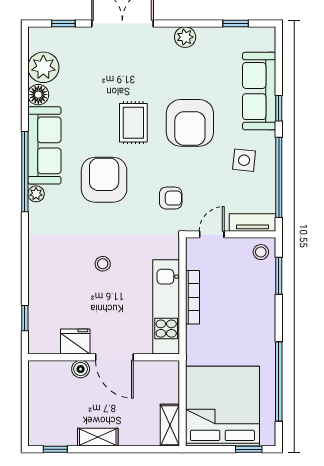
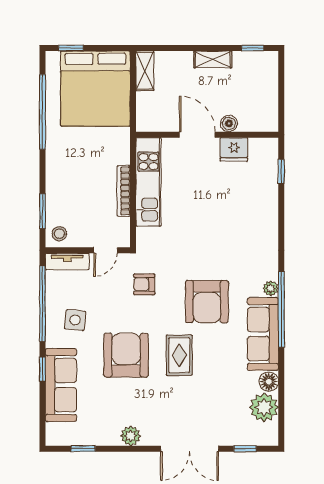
stool: (103, 264) -> (208, 223), removed

